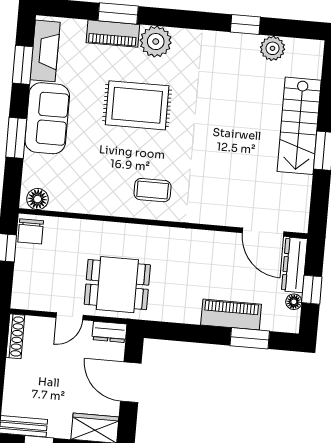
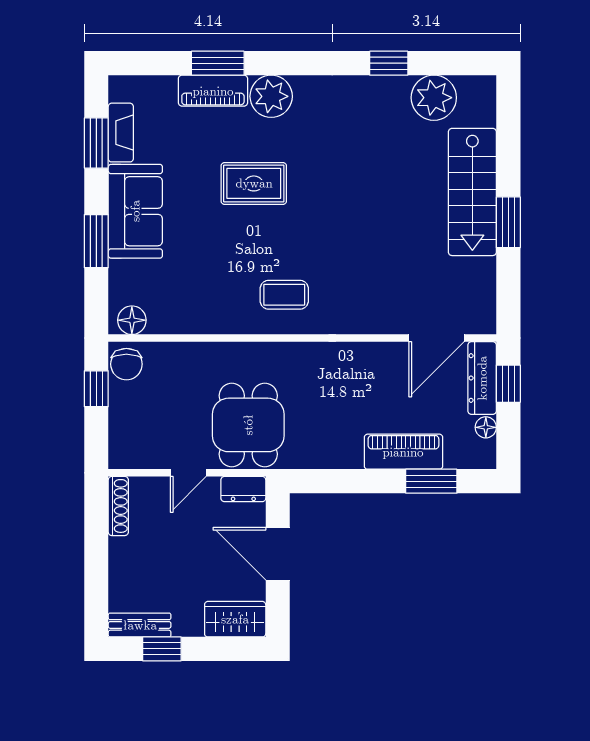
plant: (273, 48) -> (434, 98), width x1.36, depth x1.36
fireplace: (45, 51) -> (121, 133), width x0.73, depth x0.76
rug: (137, 105) -> (254, 183), width x0.73, depth x0.70
door: (263, 232) -> (437, 338), hinge flipped
dining table: (117, 285) -> (248, 425), turned 90
window: (312, 290) -> (508, 384), moved

